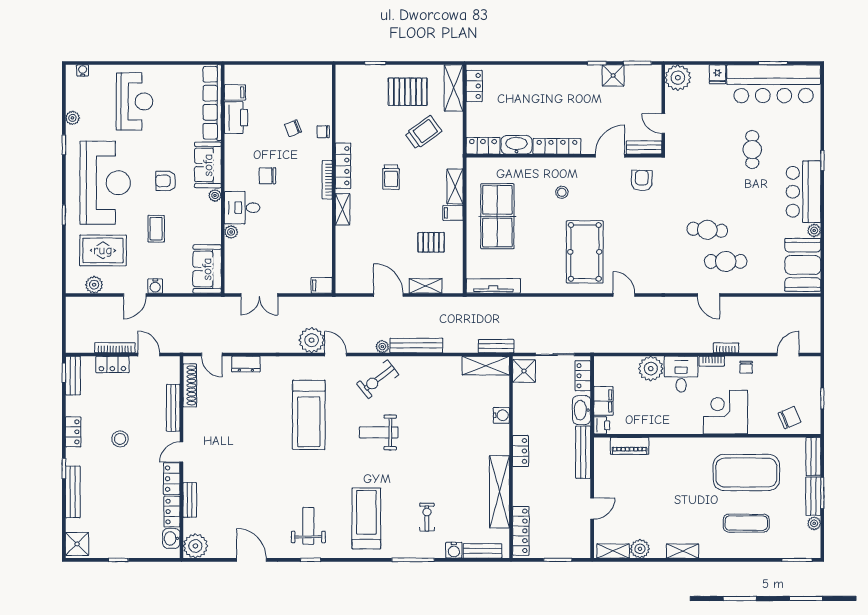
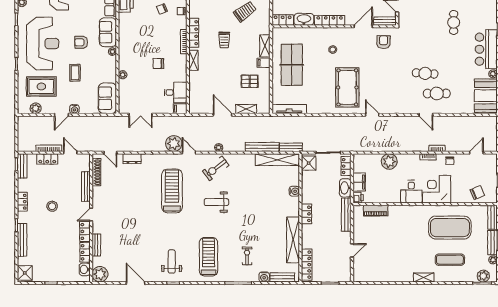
chair: (268, 176) -> (158, 64), moved
desk: (242, 208) -> (176, 92), moved, turned 180
bench: (416, 346) -> (262, 147), moved
shelving: (486, 366) -> (277, 160), width x1.47
desk: (681, 374) -> (411, 192), moved, turned 180
treadmill: (309, 415) -> (172, 191), turned 180
plant: (640, 549) -> (483, 276), moved
shelving: (613, 551) -> (365, 277), removed
shelving: (683, 551) -> (424, 277), moved

